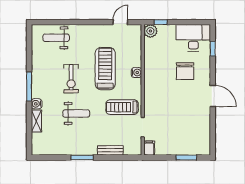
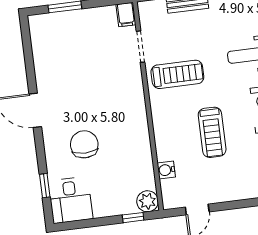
desk: (193, 38) -> (70, 200), width x0.73
treadmill: (105, 69) -> (212, 132), width x0.73, depth x0.73
water cooler: (136, 73) -> (166, 170), moved

